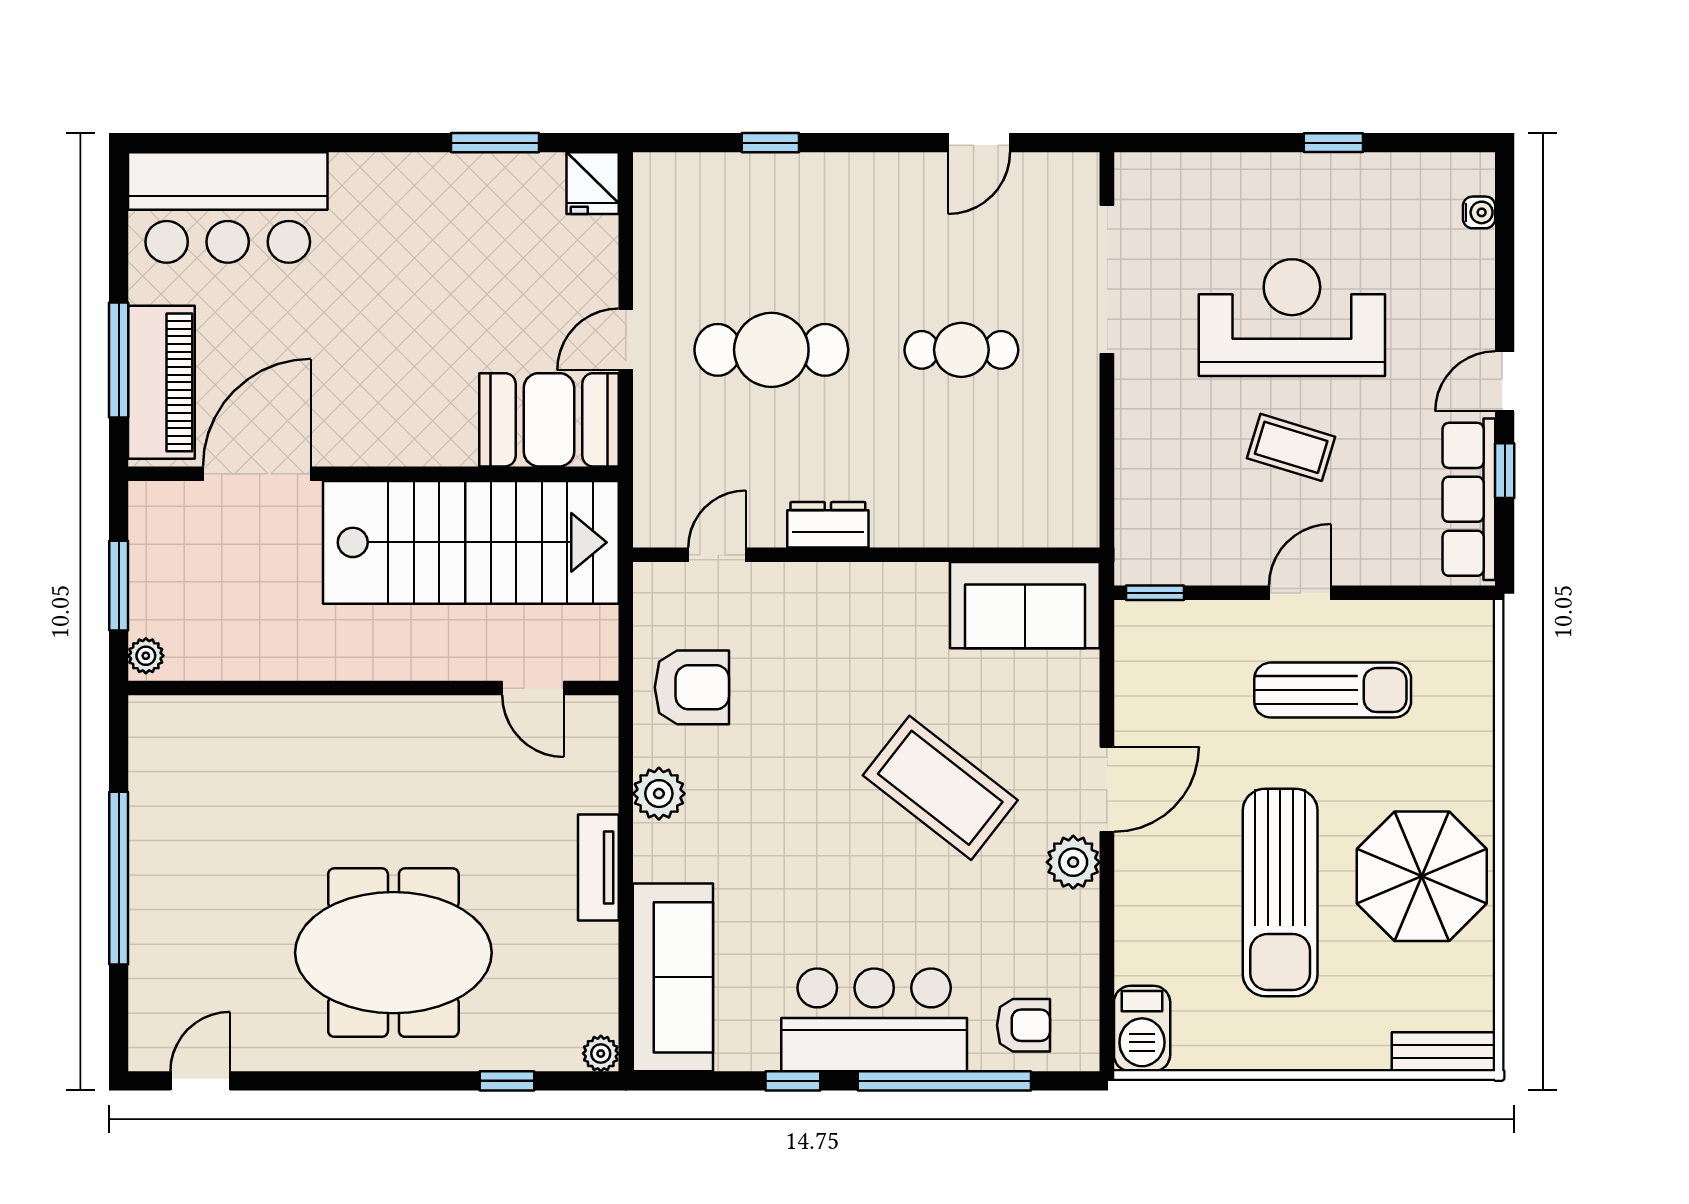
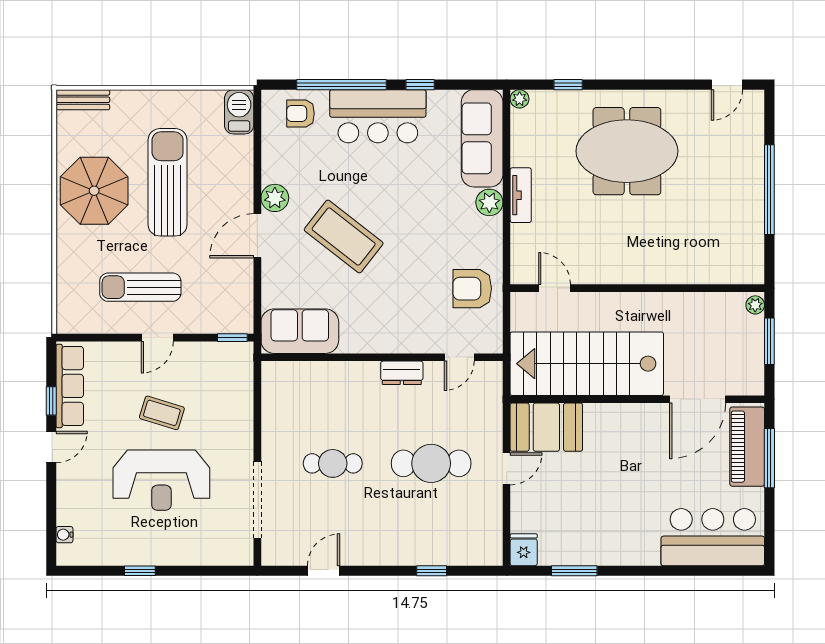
plant: (659, 794) -> (489, 202), moved

